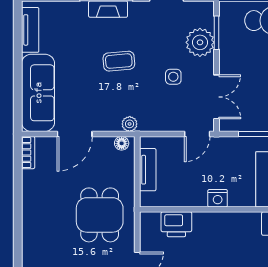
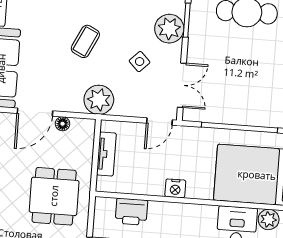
coffee table: (119, 61) -> (85, 41), turned -59
side table: (173, 77) -> (140, 62), turned 45
plant: (130, 124) -> (99, 100), width x1.87, depth x1.87
floor lamp: (122, 143) -> (63, 124), moved

